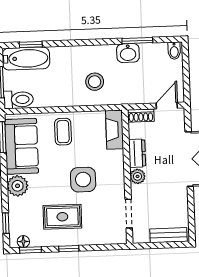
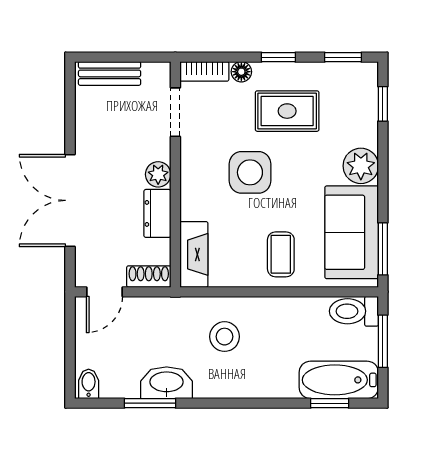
washbasin: (128, 53) -> (167, 383), width x1.38
bookcase: (112, 238) -> (204, 71), added
floor lamp: (23, 242) -> (241, 72), moved

